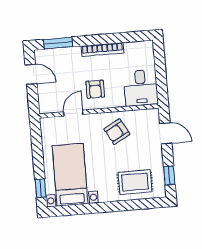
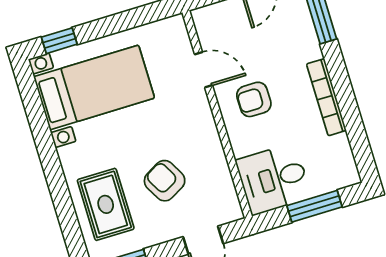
window: (160, 69) -> (315, 206), added
armchair: (117, 132) -> (165, 181), moved

